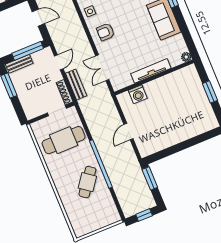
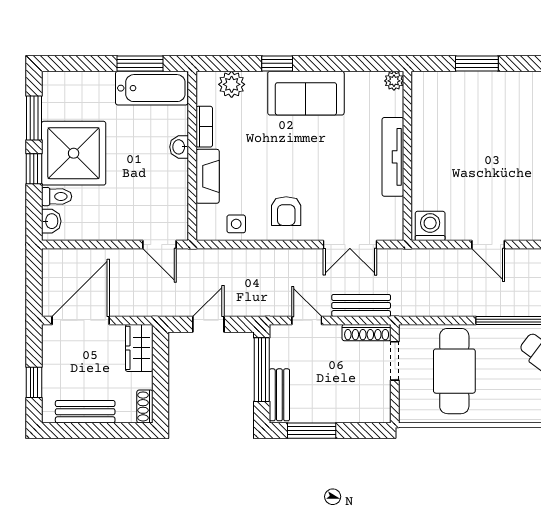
washing machine: (138, 94) -> (430, 226), moved, turned -90

